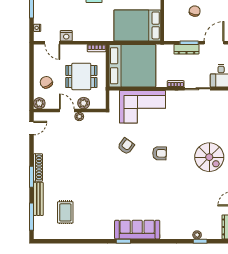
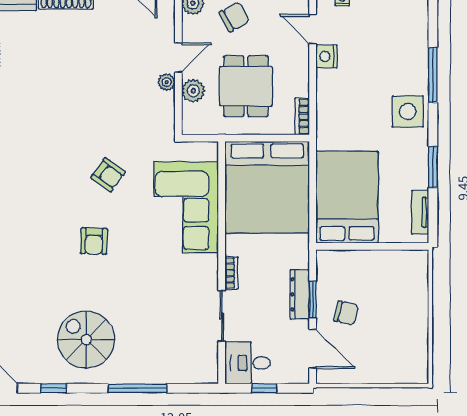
chair: (195, 11) -> (346, 313), moved
door: (52, 43) -> (313, 29), hinge flipped
spiral stairs: (209, 157) -> (86, 339), turned 90

